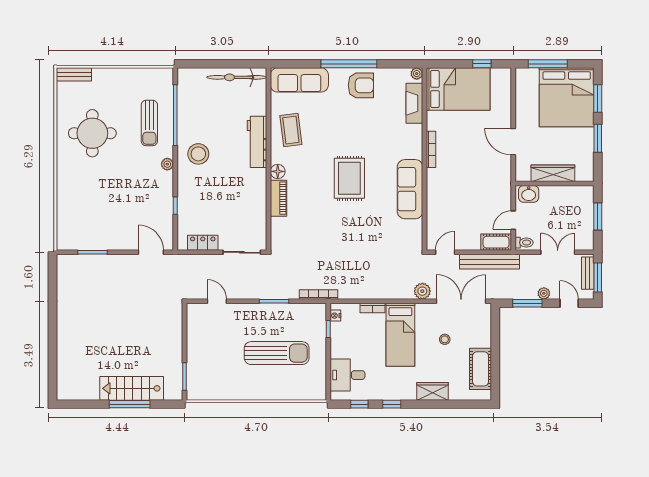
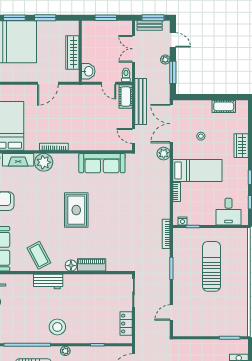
coffee table: (291, 130) -> (39, 255), turned 69
plant: (411, 136) -> (44, 162), added
workbench: (257, 142) -> (48, 282), width x0.73
rug: (349, 178) -> (76, 210), turned 90
sofa: (410, 189) -> (102, 163), moved
door: (569, 303) -> (173, 40), swing flipped
cot: (481, 369) -> (224, 106), width x0.73, depth x0.75

